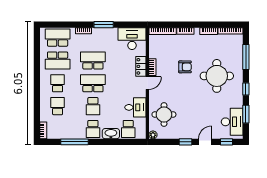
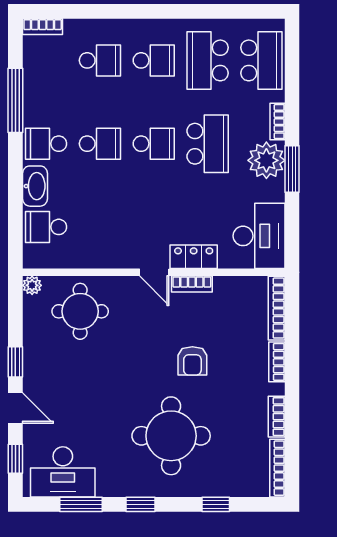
plant: (100, 36) -> (266, 160), added
window: (246, 57) -> (216, 504), width x0.46
school desk: (93, 83) -> (154, 144), width x0.54
school desk: (93, 106) -> (100, 144), turned 180
desk: (135, 107) -> (97, 244), removed

